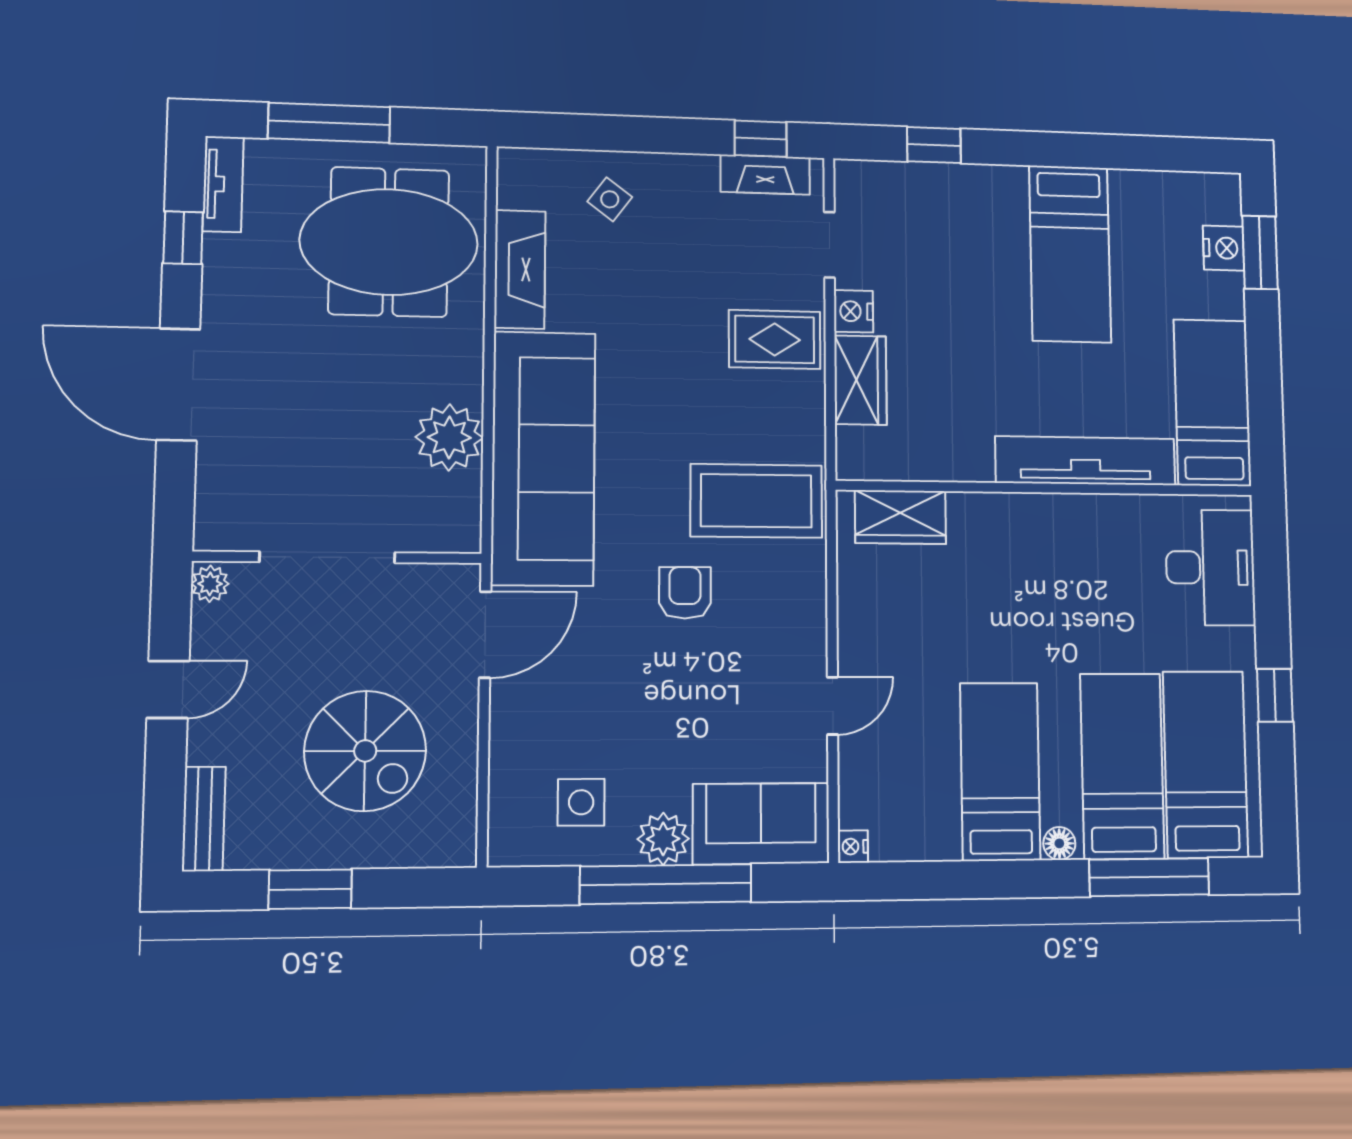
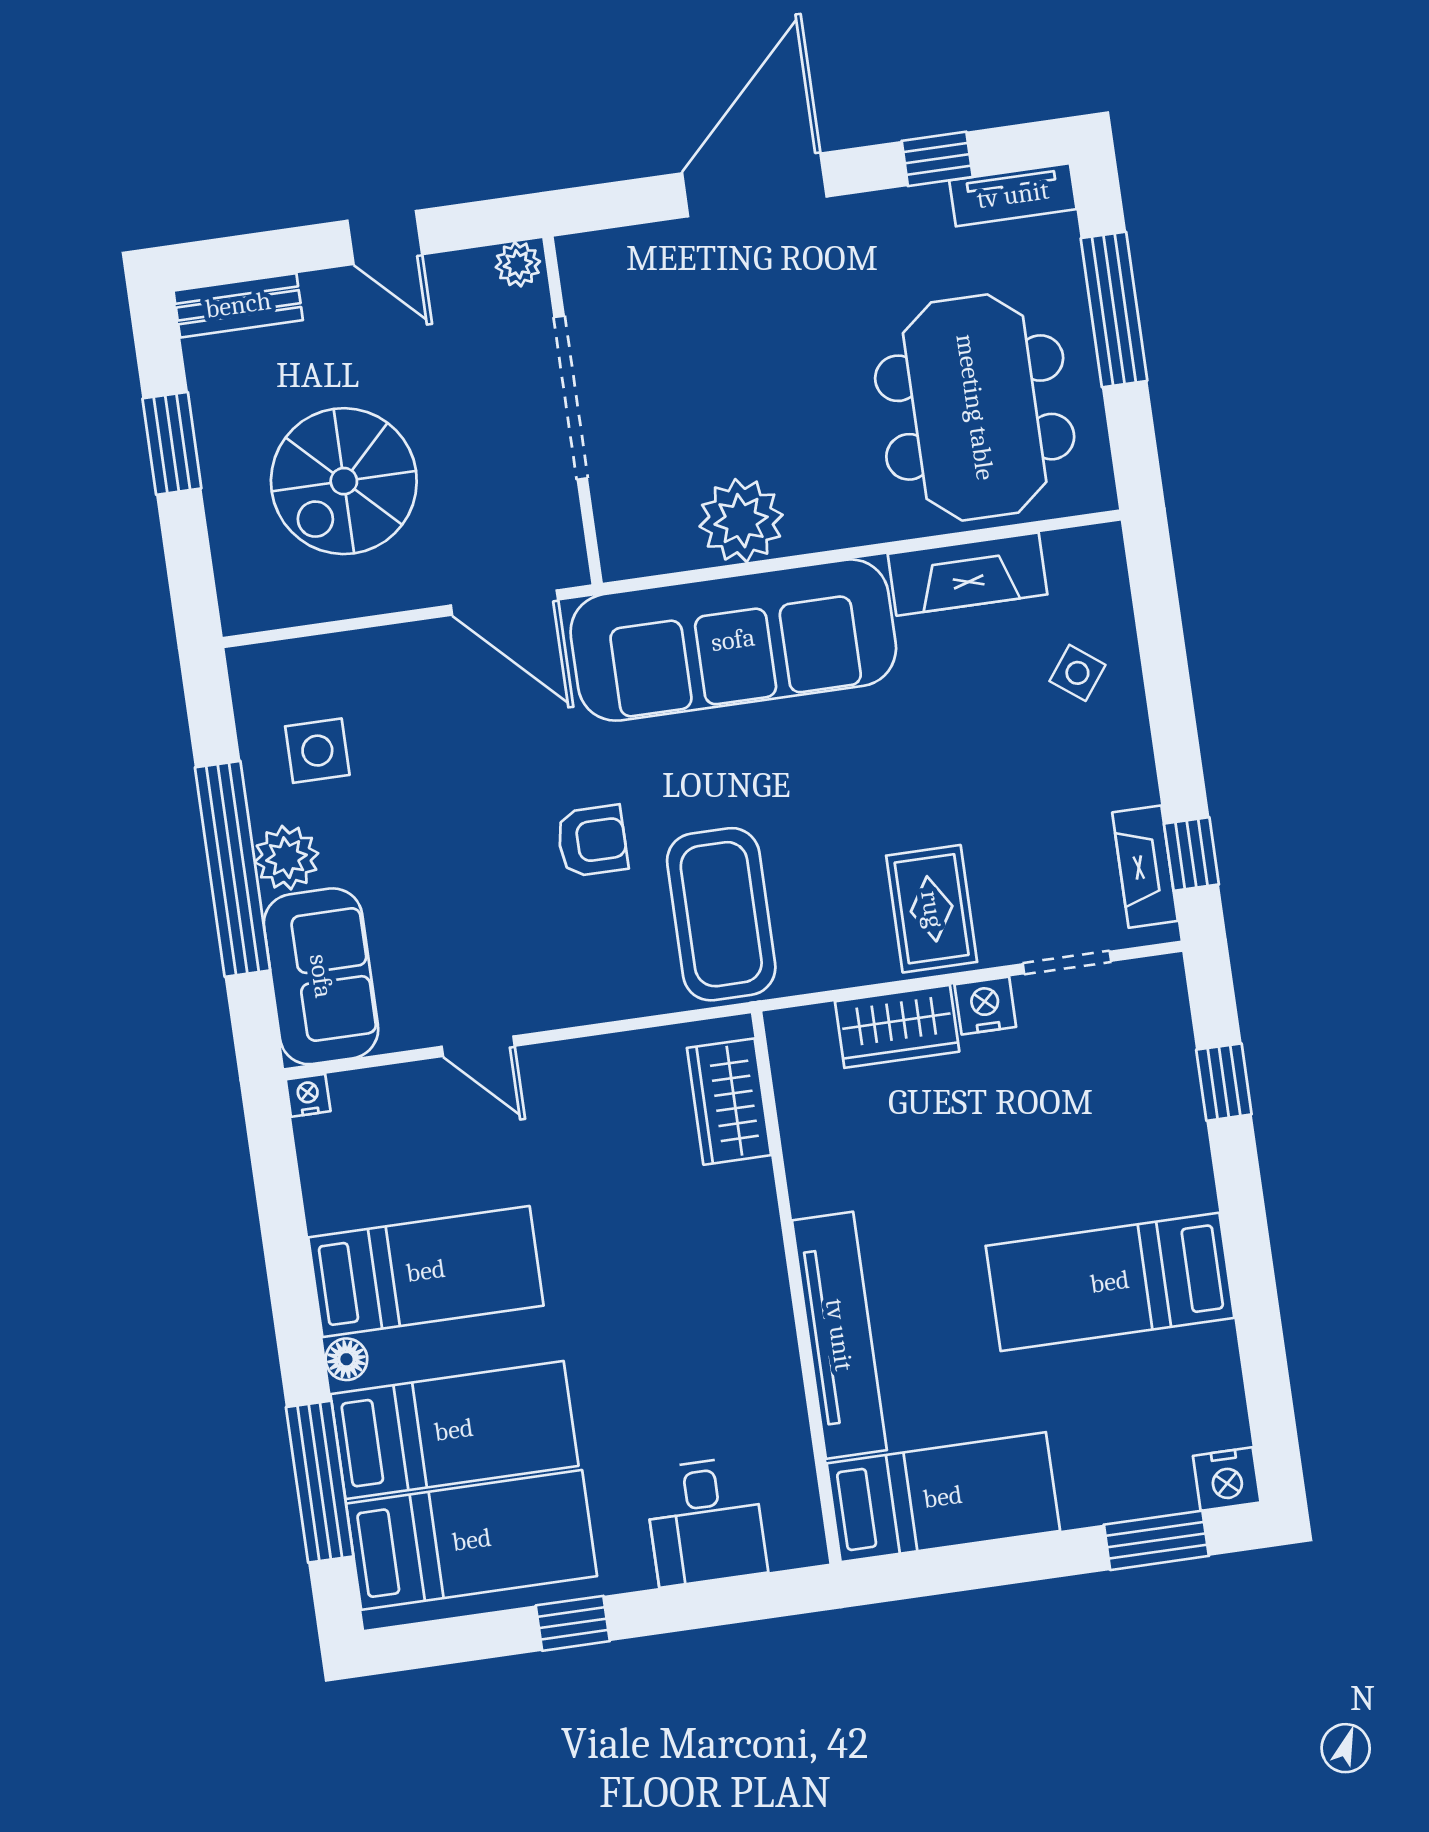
nightstand: (1224, 248) -> (1227, 1479), moved
desk: (1210, 567) -> (705, 1521), width x0.73

